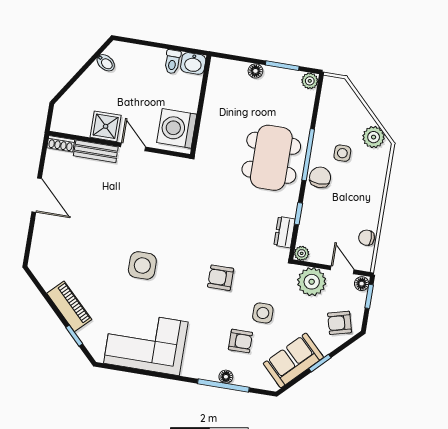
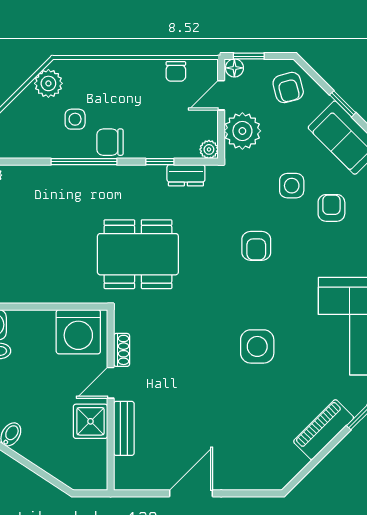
shoe rack: (61, 144) -> (122, 350), moved
dining table: (271, 158) -> (138, 254), moved

